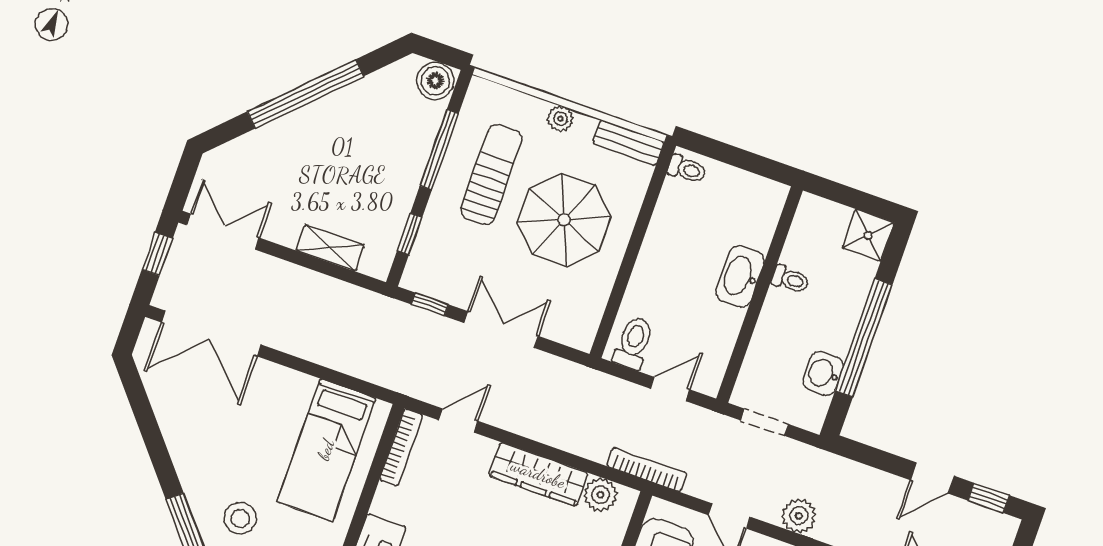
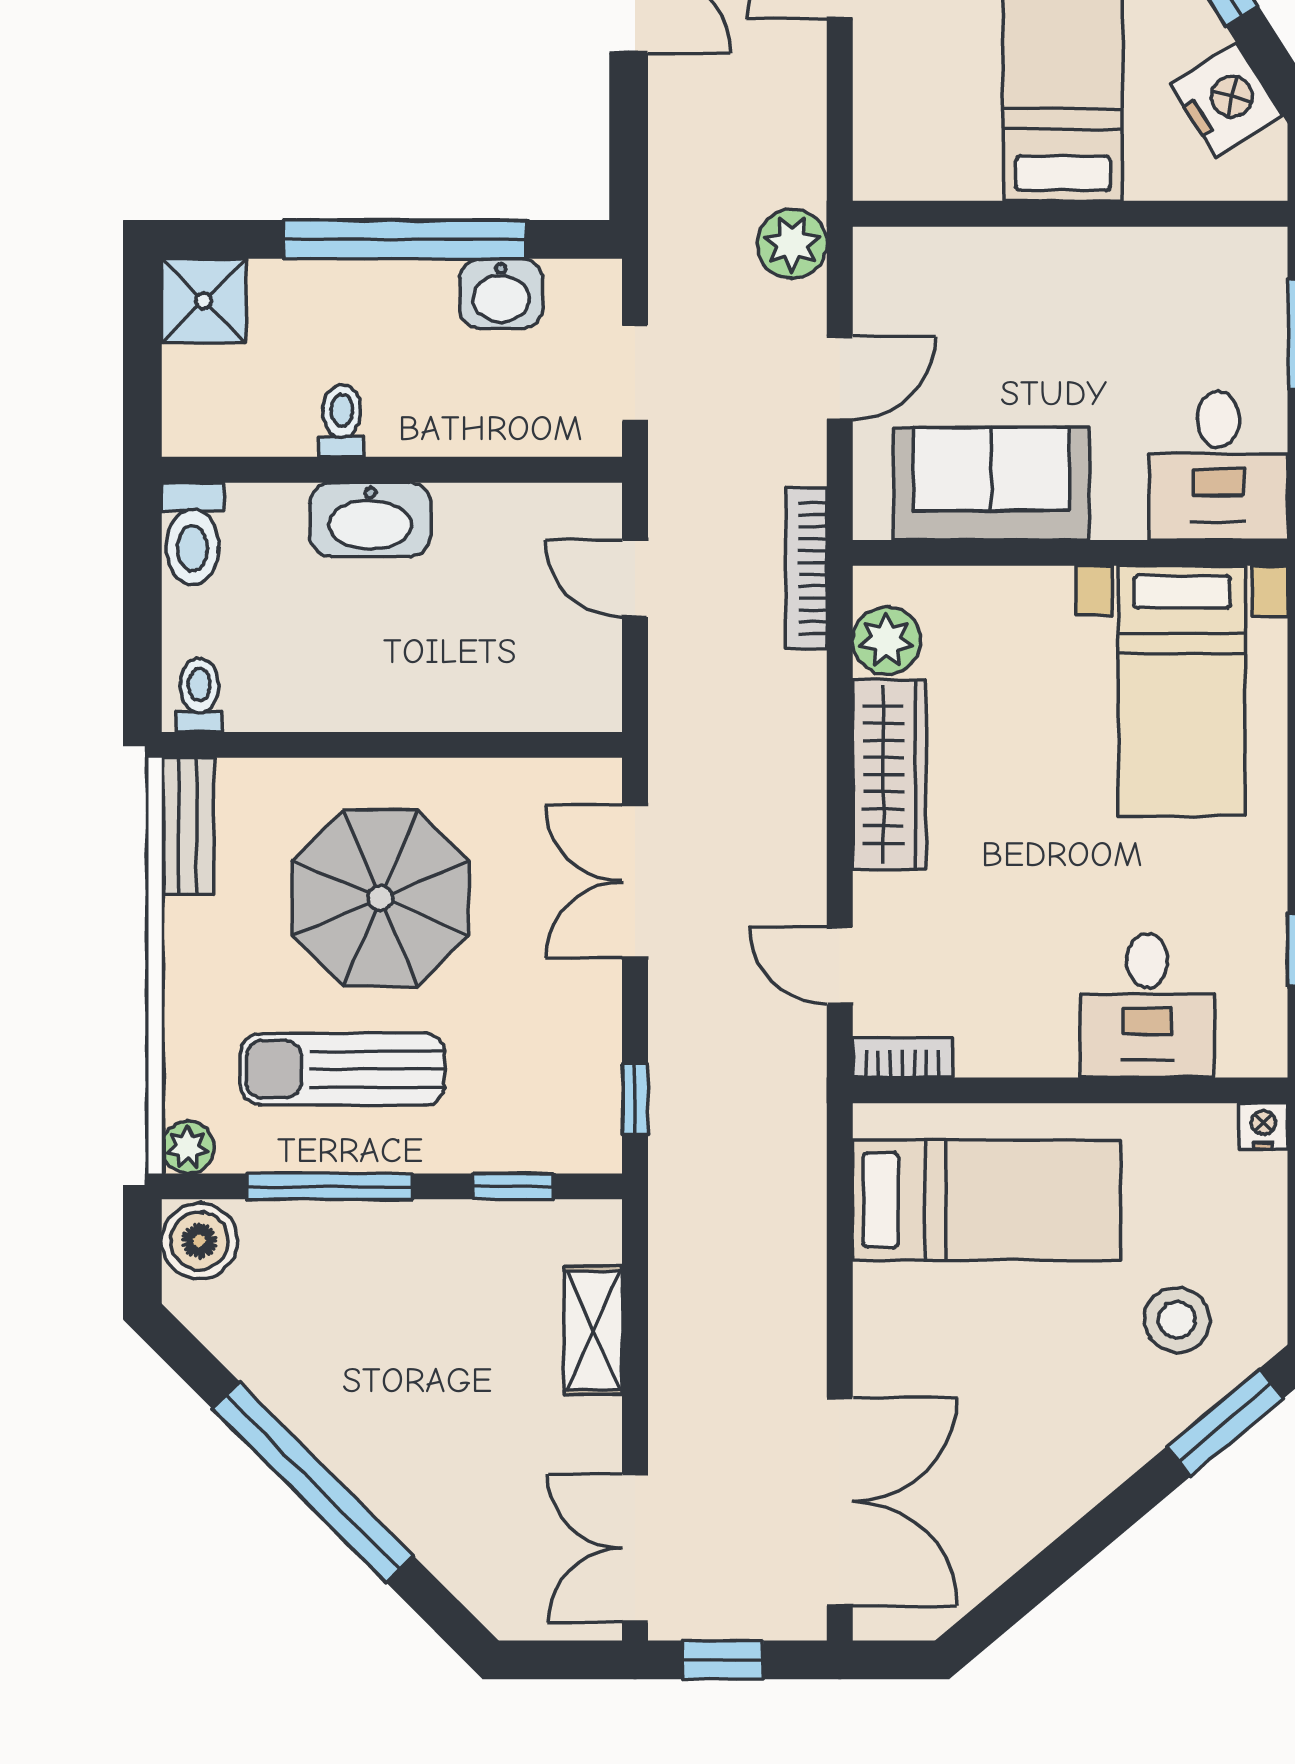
plant: (560, 119) -> (188, 1147), moved
double door: (501, 329) -> (635, 882), moved
toilet: (633, 343) -> (193, 534), moved, turned -90
bookcase: (401, 448) -> (903, 1058), width x0.64

